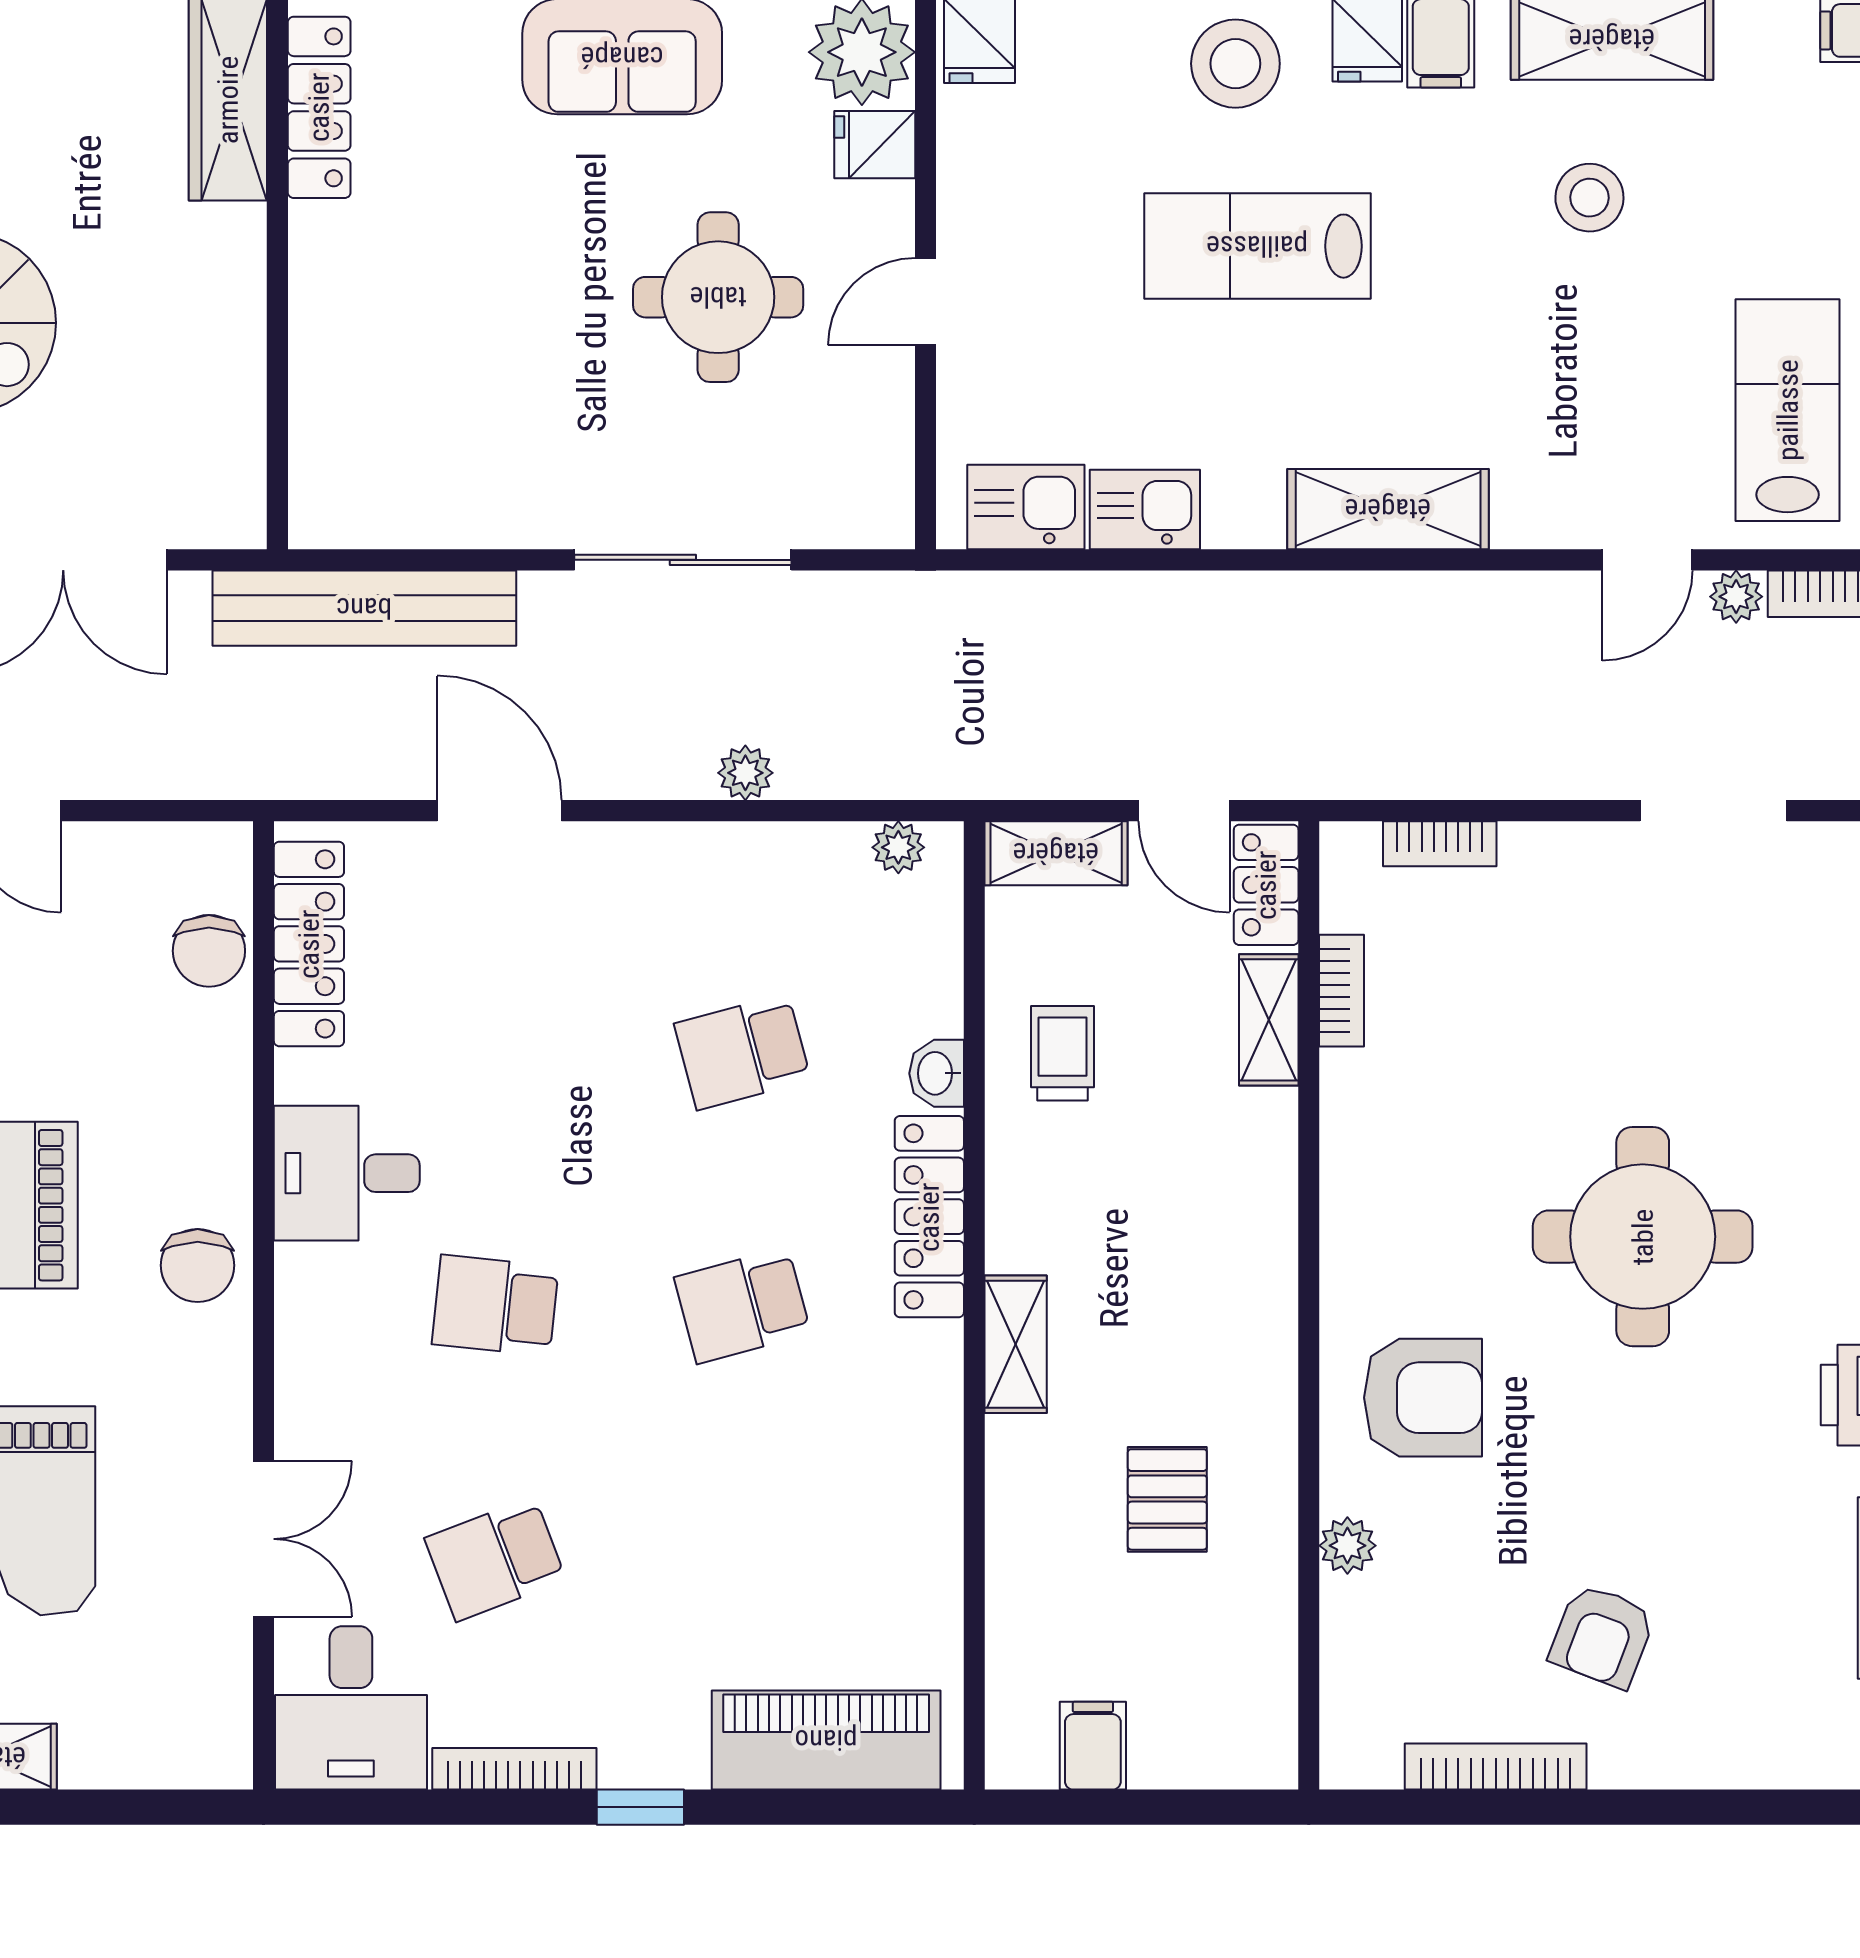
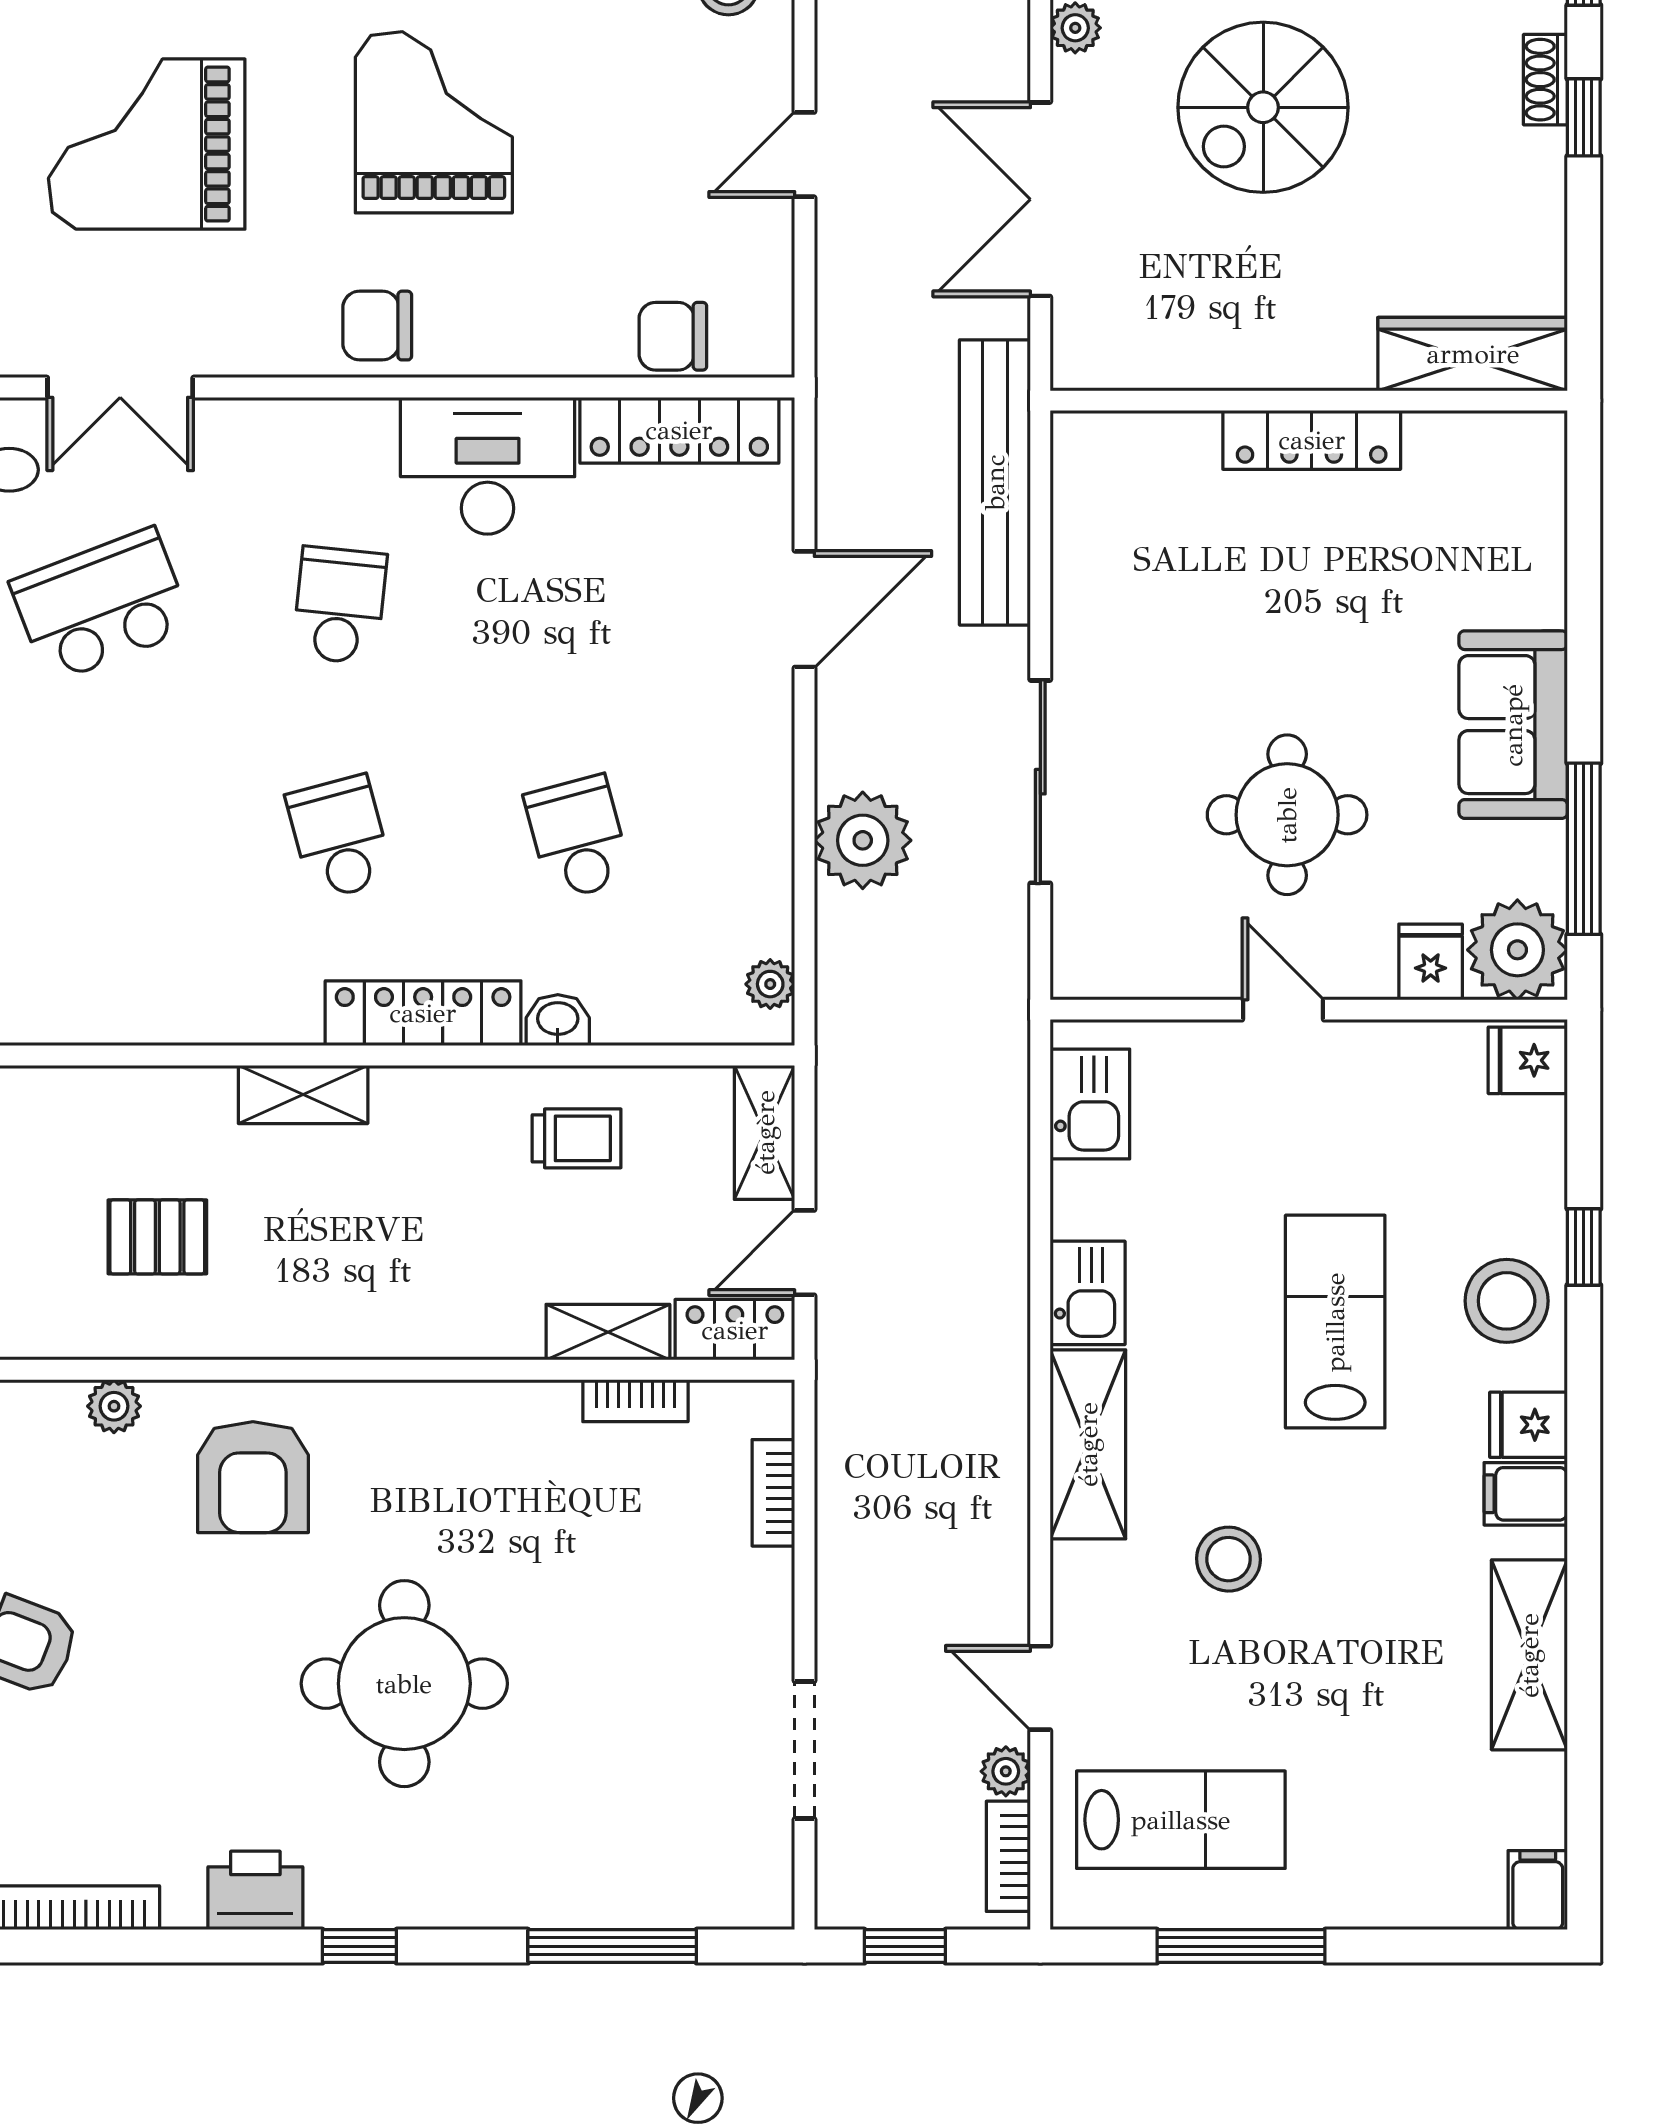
locker: (319, 107) -> (1312, 440), moved
stool: (1589, 198) -> (1228, 1559), moved
kitchen sink: (1145, 510) -> (1088, 1293), moved
plant: (745, 773) -> (863, 840), width x1.88, depth x1.88
desk: (347, 1173) -> (488, 466), width x1.37
school desk: (495, 1559) -> (101, 605), width x1.85

